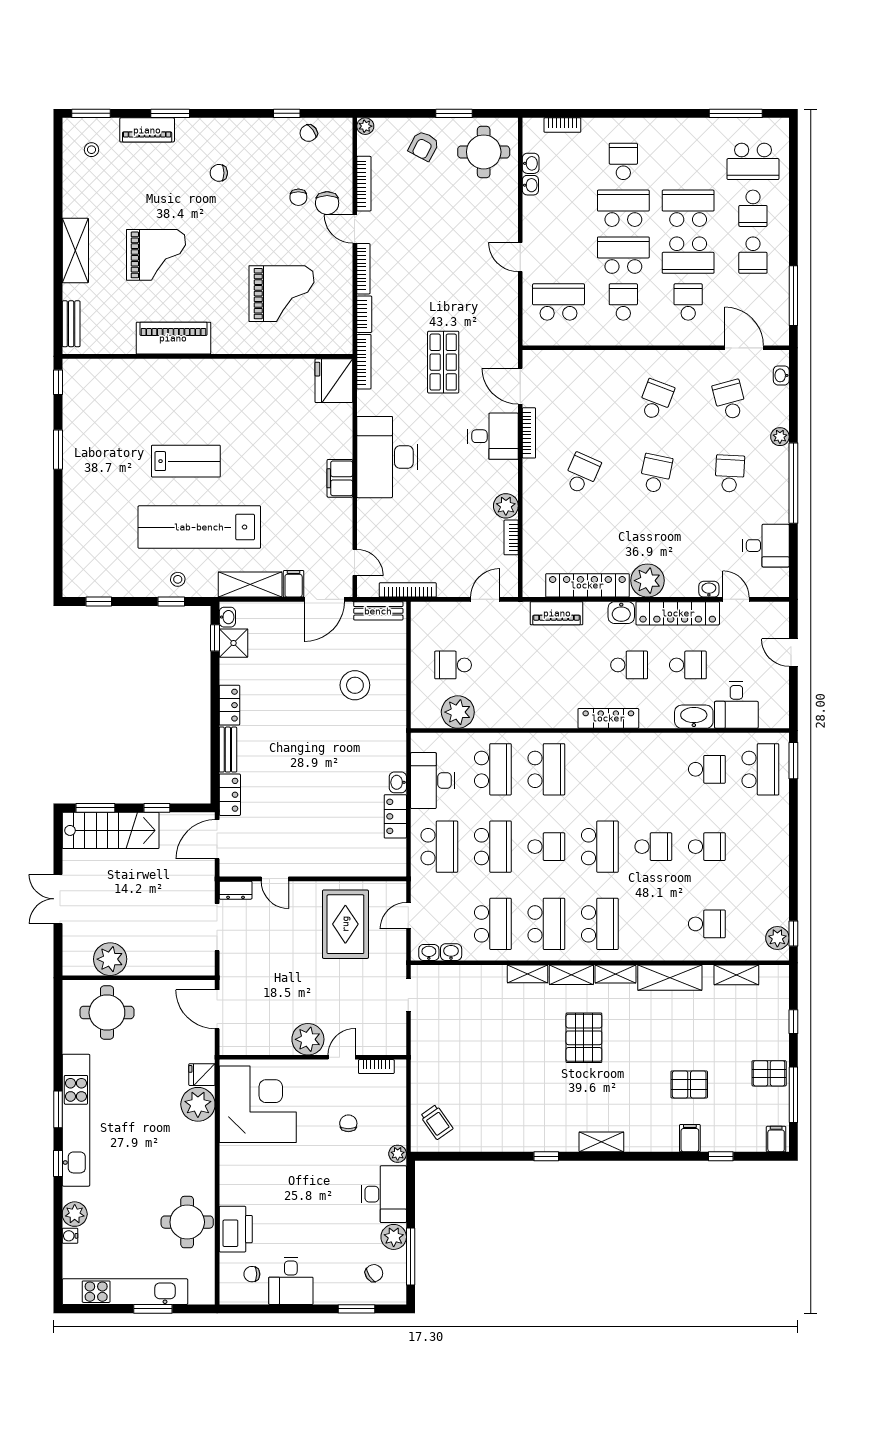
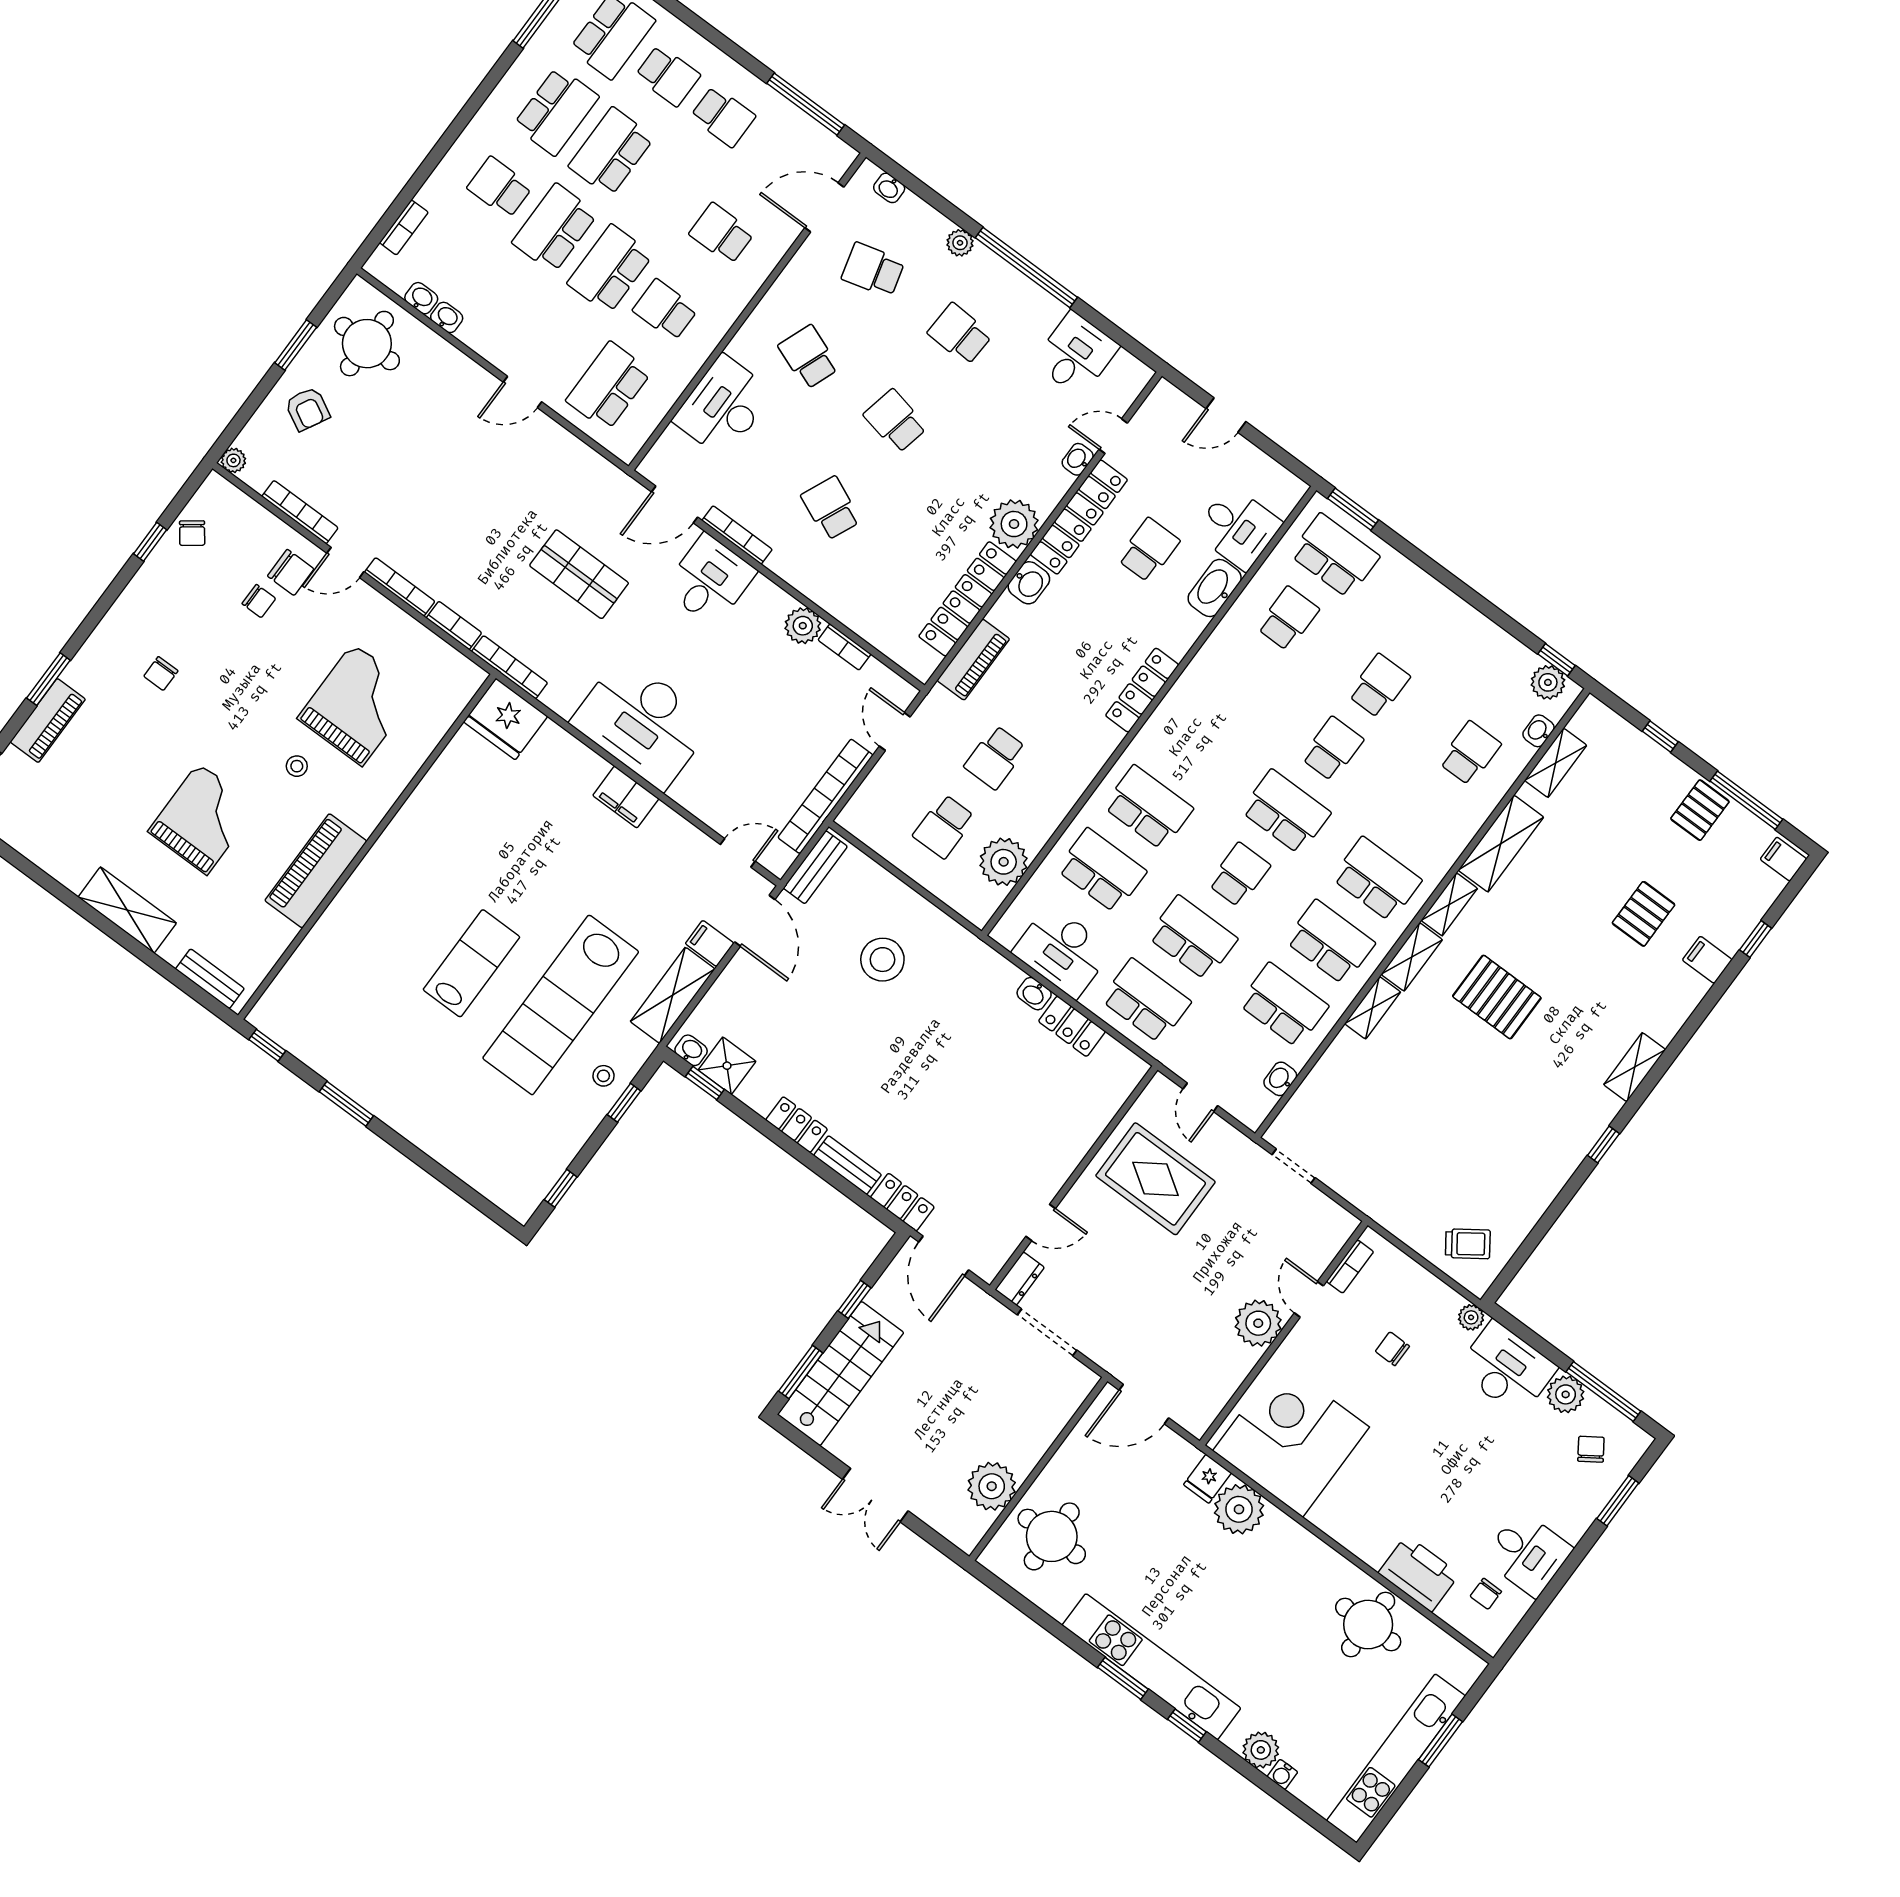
stool: (91, 150) -> (297, 766), moved
school desk: (688, 255) -> (556, 111), moved
desk: (594, 373) -> (723, 406), added
bookcase: (408, 590) -> (825, 796), width x1.48, depth x1.31
school desk: (629, 665) -> (995, 757), moved, turned 180
washbasin: (429, 952) -> (1538, 731), moved

